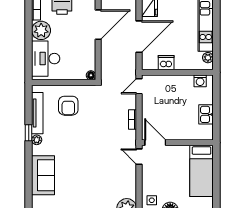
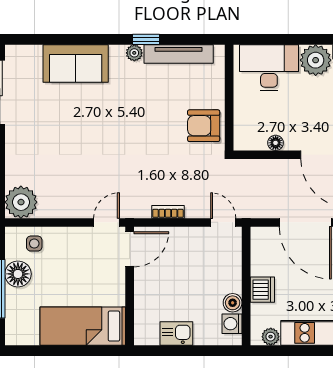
dishwasher: (166, 63) -> (262, 290), moved
floor lamp: (91, 75) -> (276, 143), moved
boiler: (188, 80) -> (233, 303), added
armchair: (68, 106) -> (204, 126), moved

